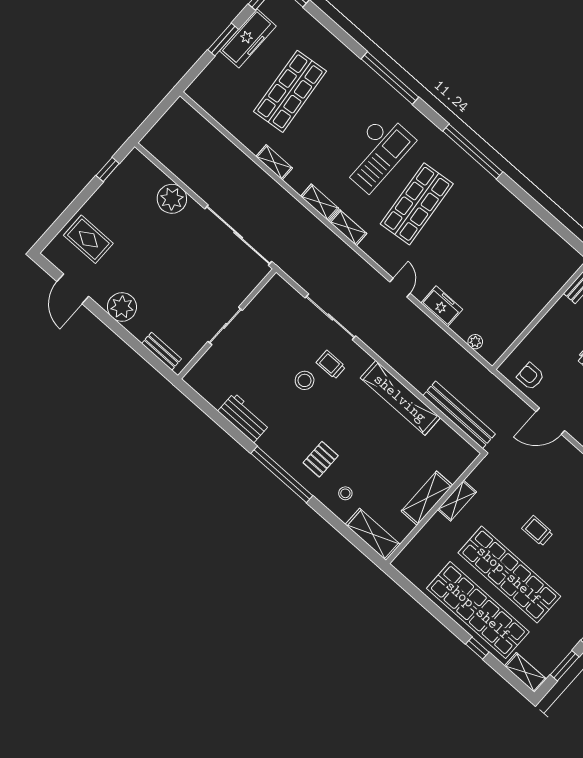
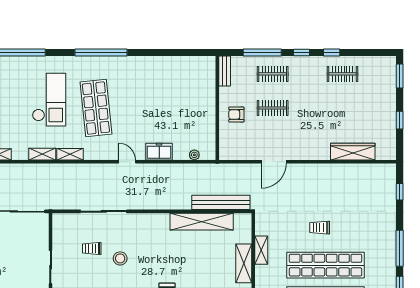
trolley: (331, 365) -> (92, 249), moved
armchair: (531, 376) -> (236, 115), moved
shelving: (400, 398) -> (202, 222), moved

